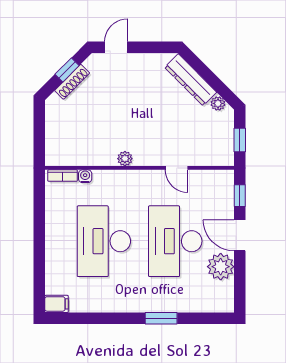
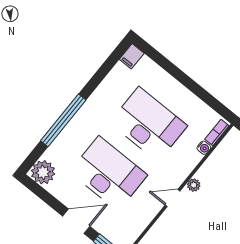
door: (177, 168) -> (172, 198), moved
plant: (221, 267) -> (43, 172), moved
window: (161, 318) -> (63, 120), width x2.11

